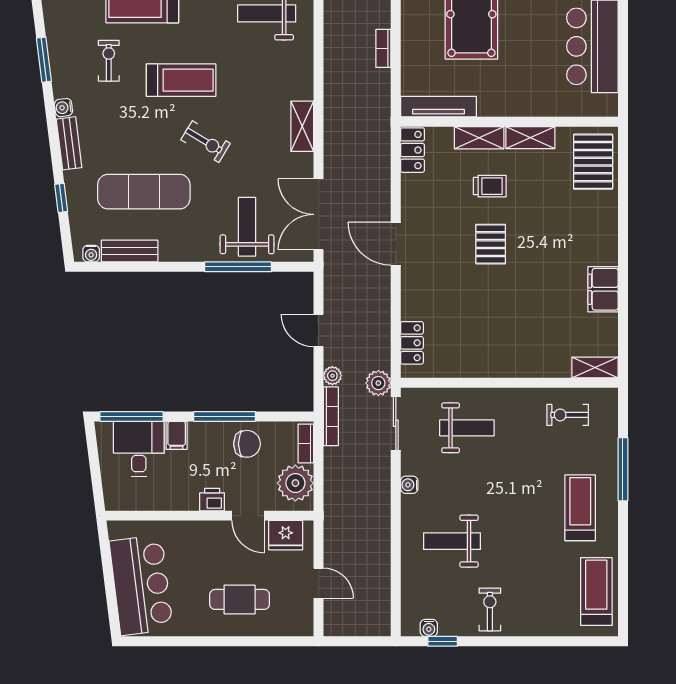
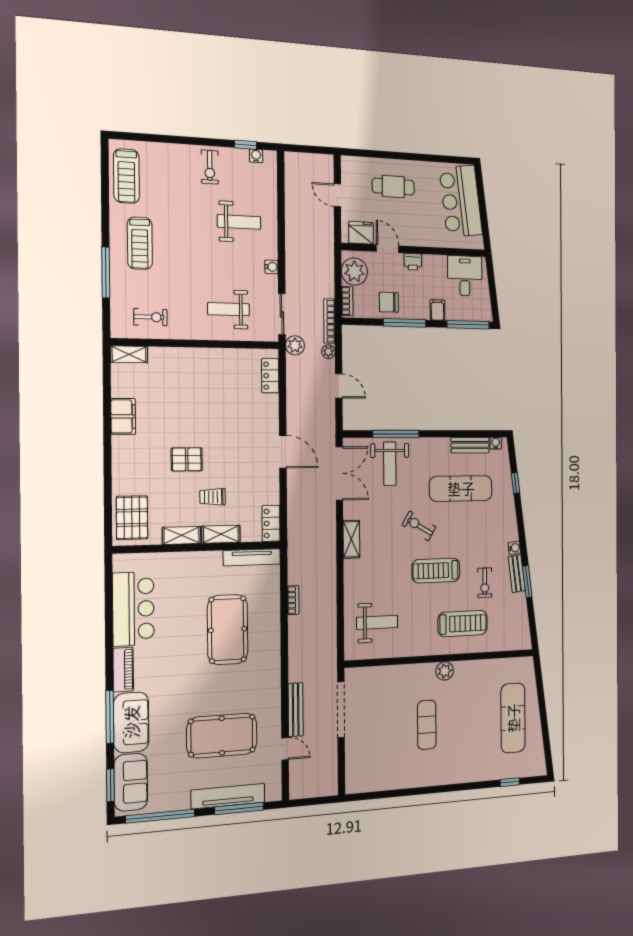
bench: (69, 143) -> (517, 574), moved
pallet: (491, 244) -> (187, 459), moved, turned 90
desk: (139, 449) -> (465, 276), moved, turned 180

